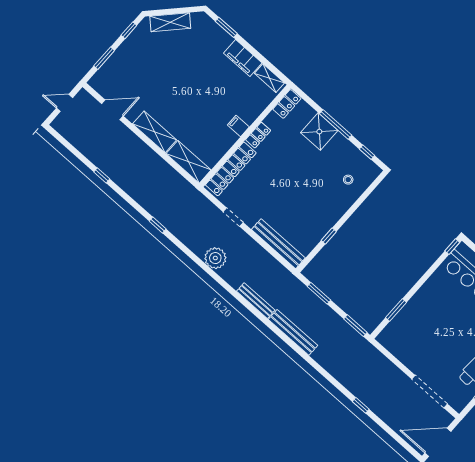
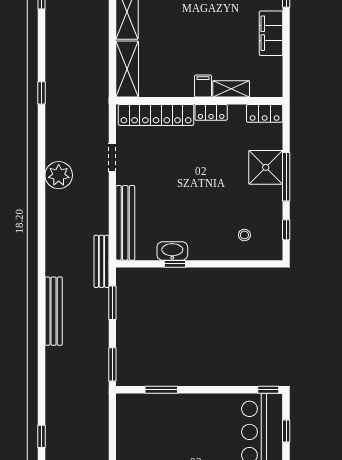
shelving: (269, 78) -> (231, 89), moved, turned 90
washbasin: (320, 231) -> (172, 251), added
bench: (256, 301) -> (102, 261), moved

